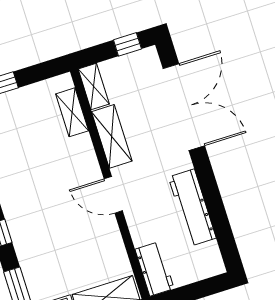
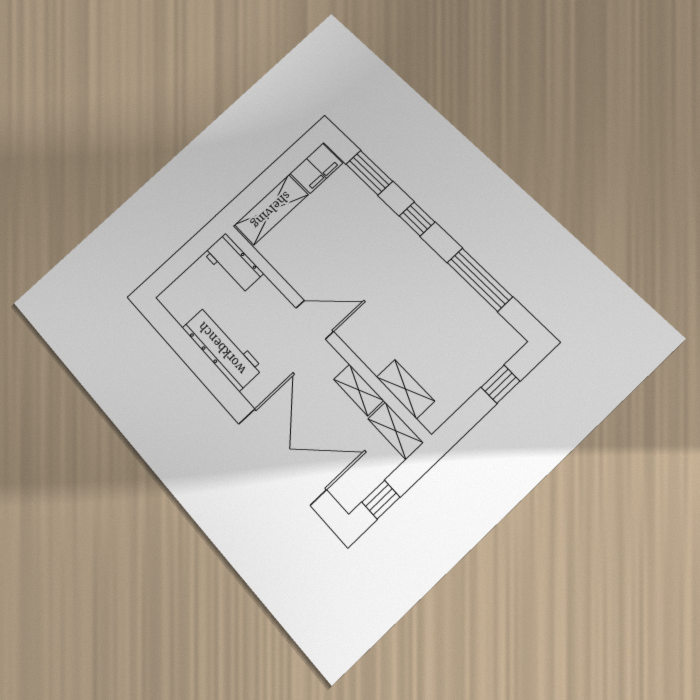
double door: (184, 107) -> (282, 456), swing flipped
shelving: (112, 136) -> (359, 390), width x0.67, depth x0.75

